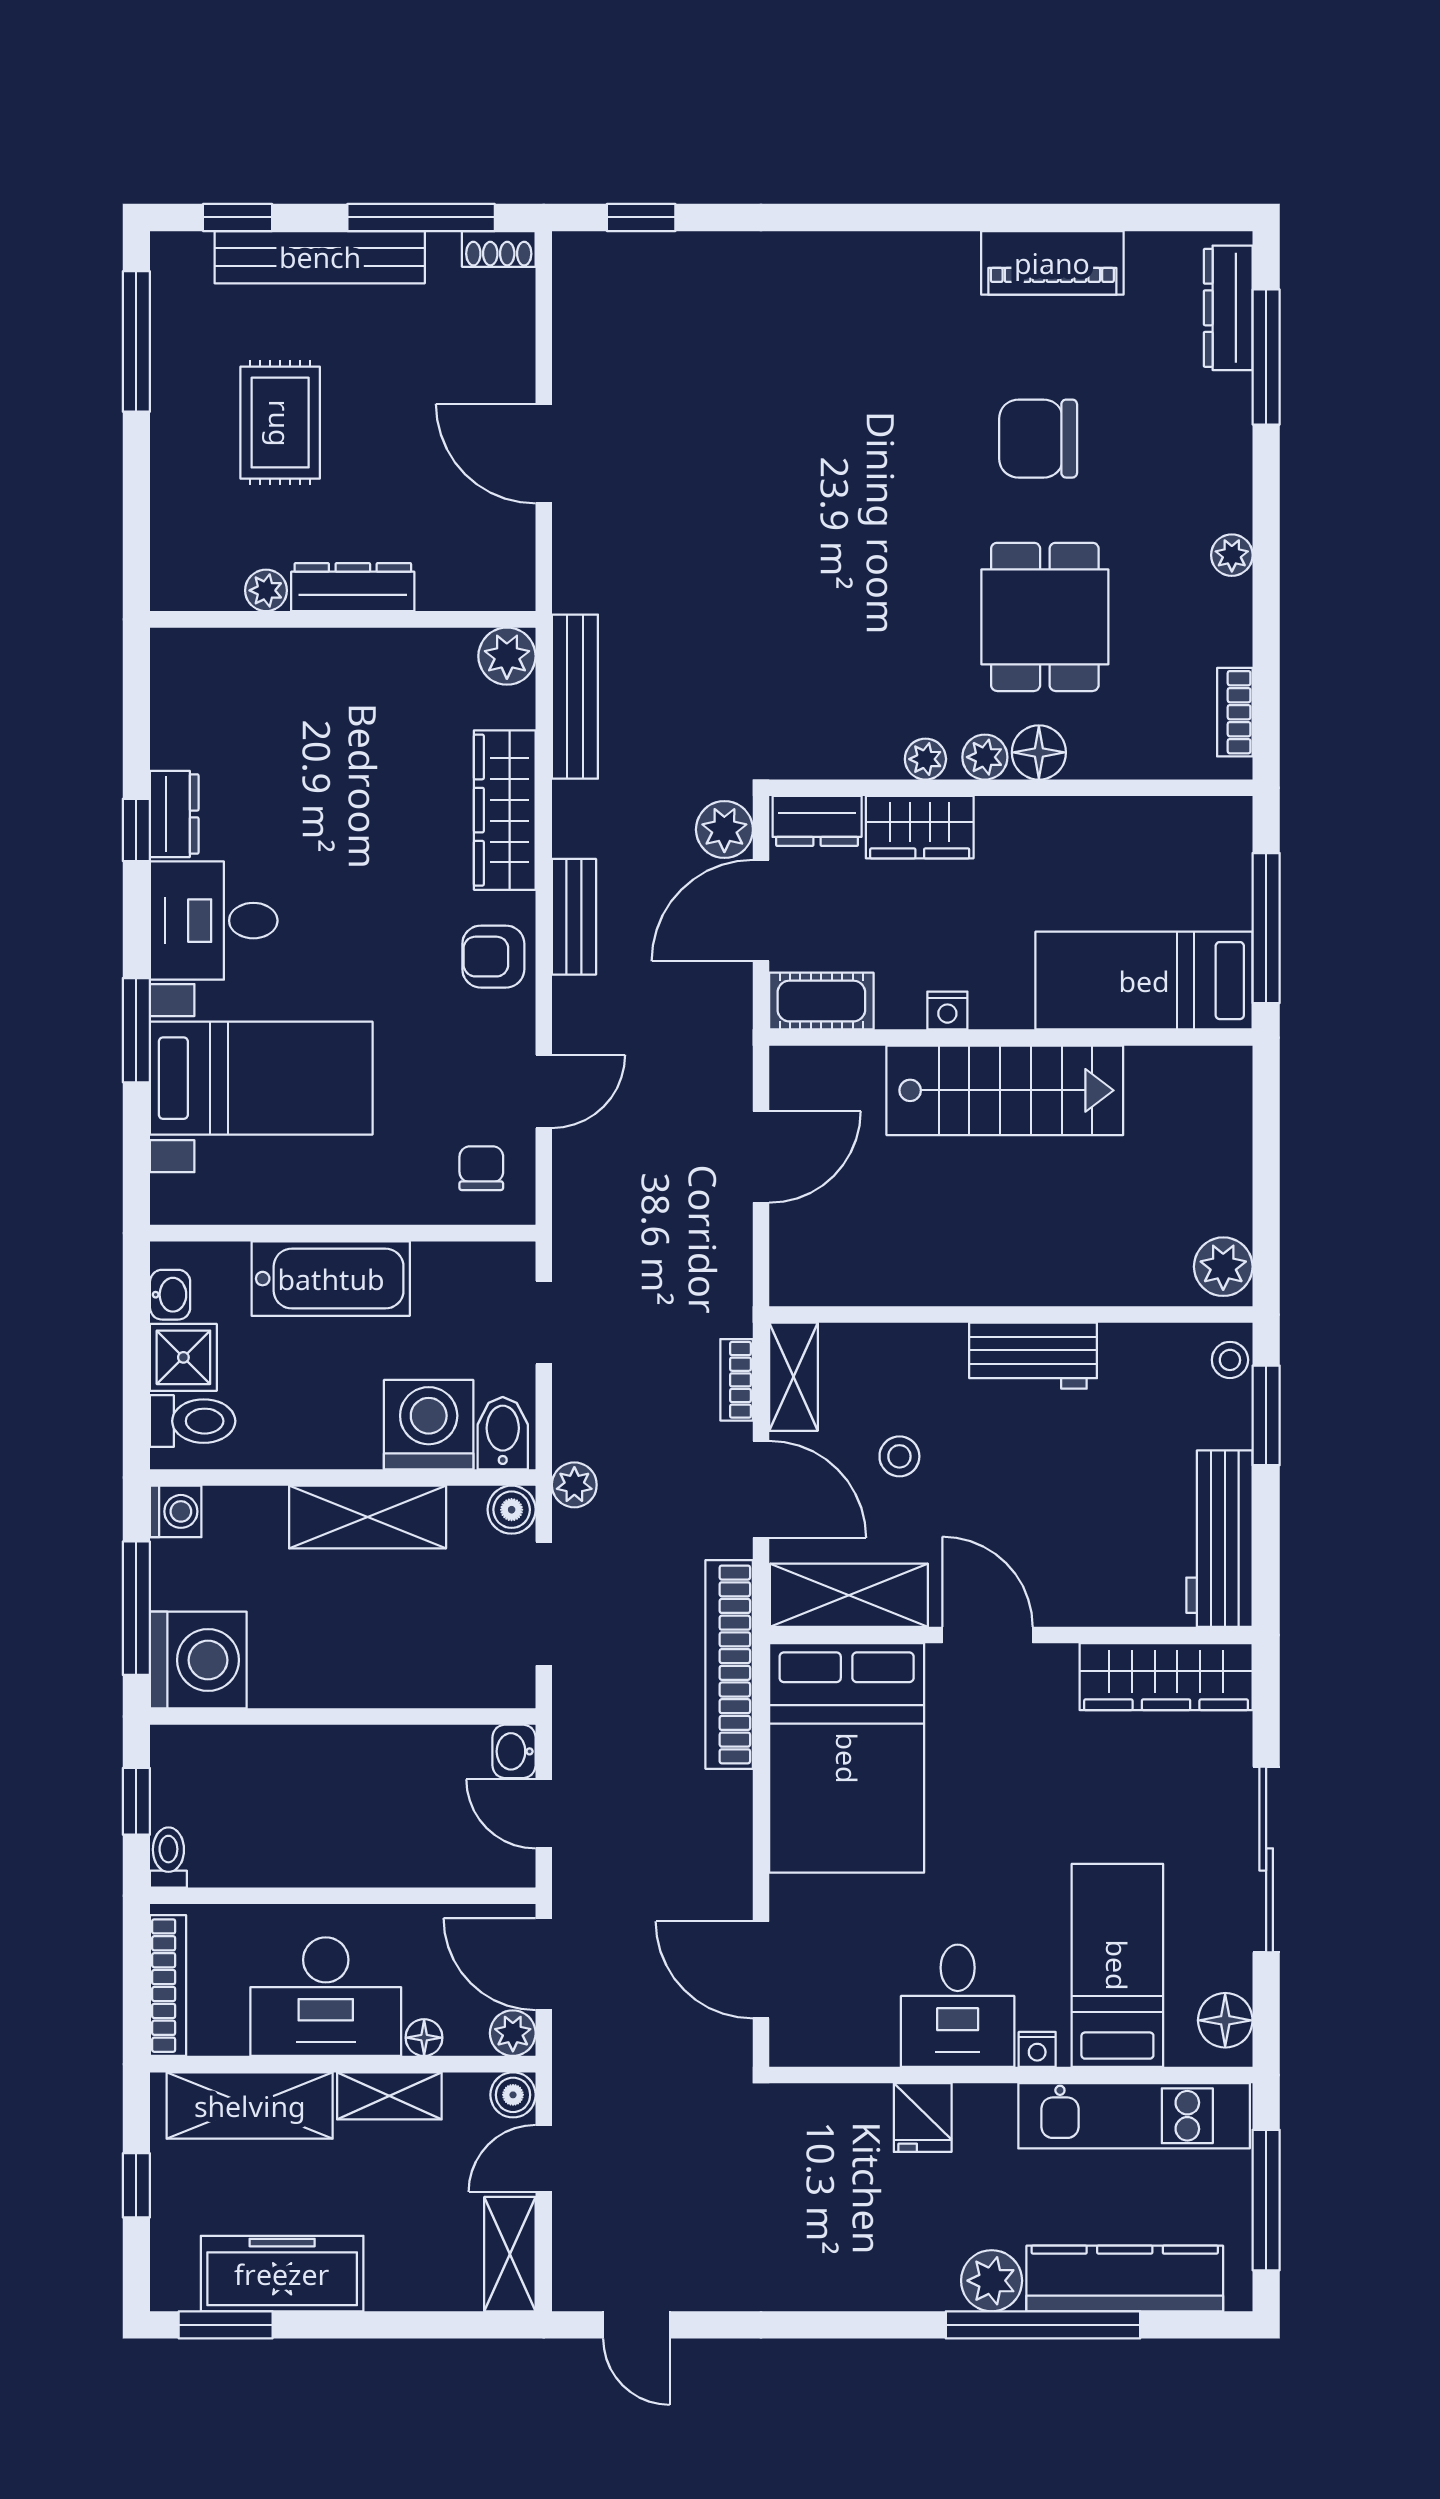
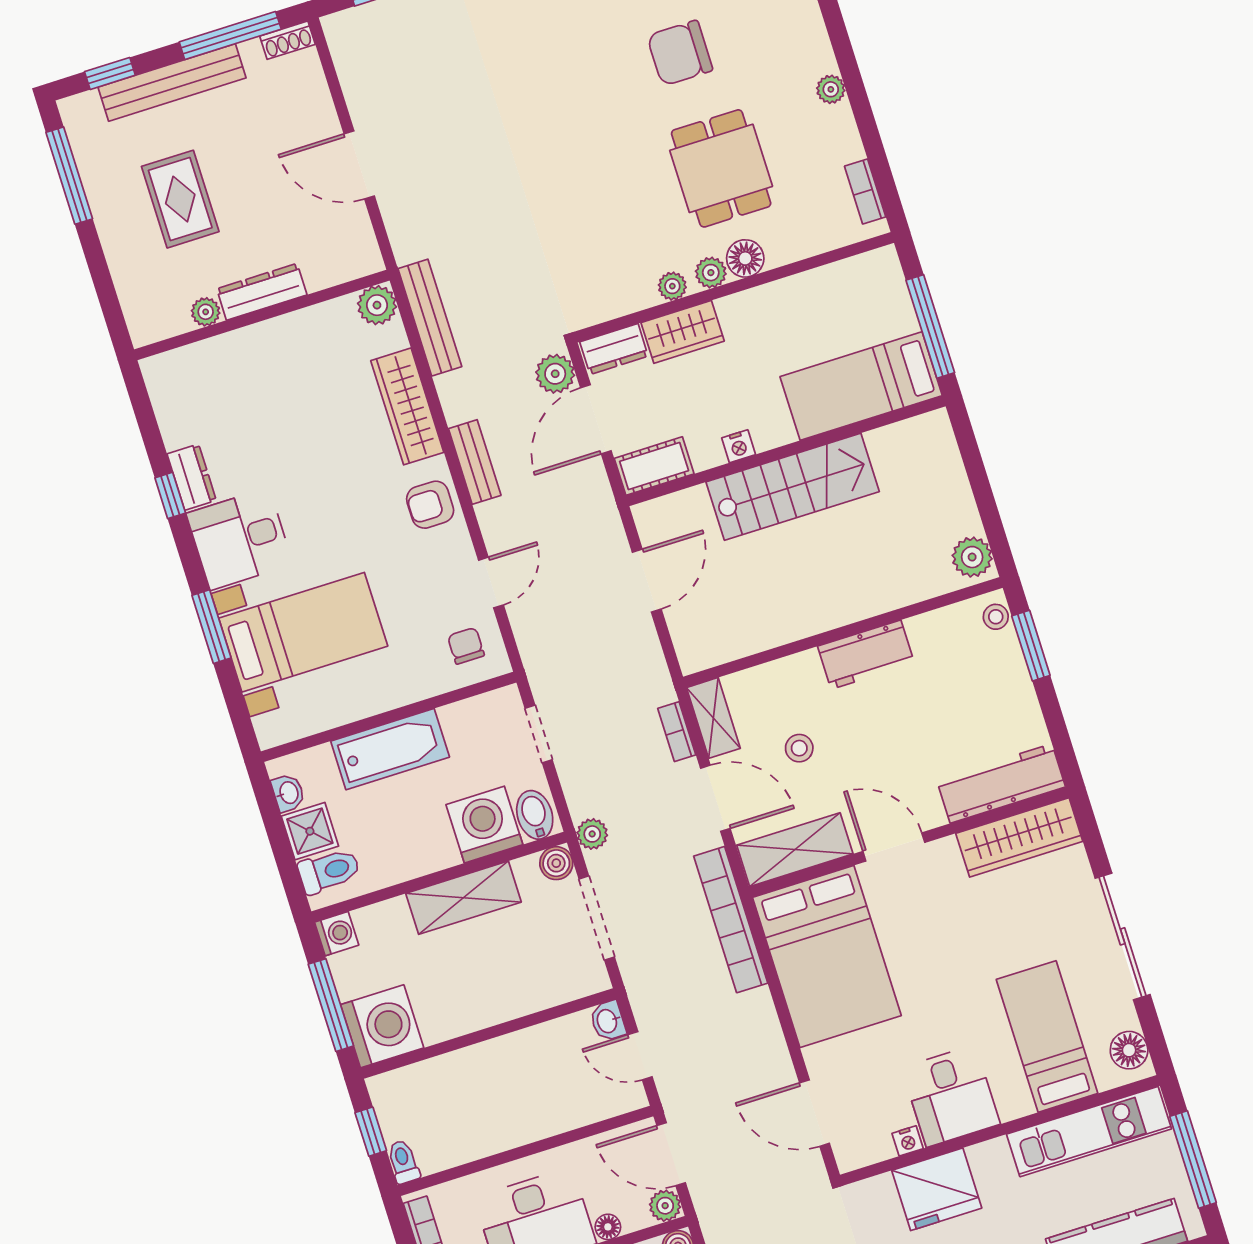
workbench: (1219, 1539) -> (1001, 783), moved, turned 90
nightstand: (1037, 2049) -> (908, 1141), moved
fridge: (923, 2118) -> (937, 1189), width x1.88, depth x1.34

